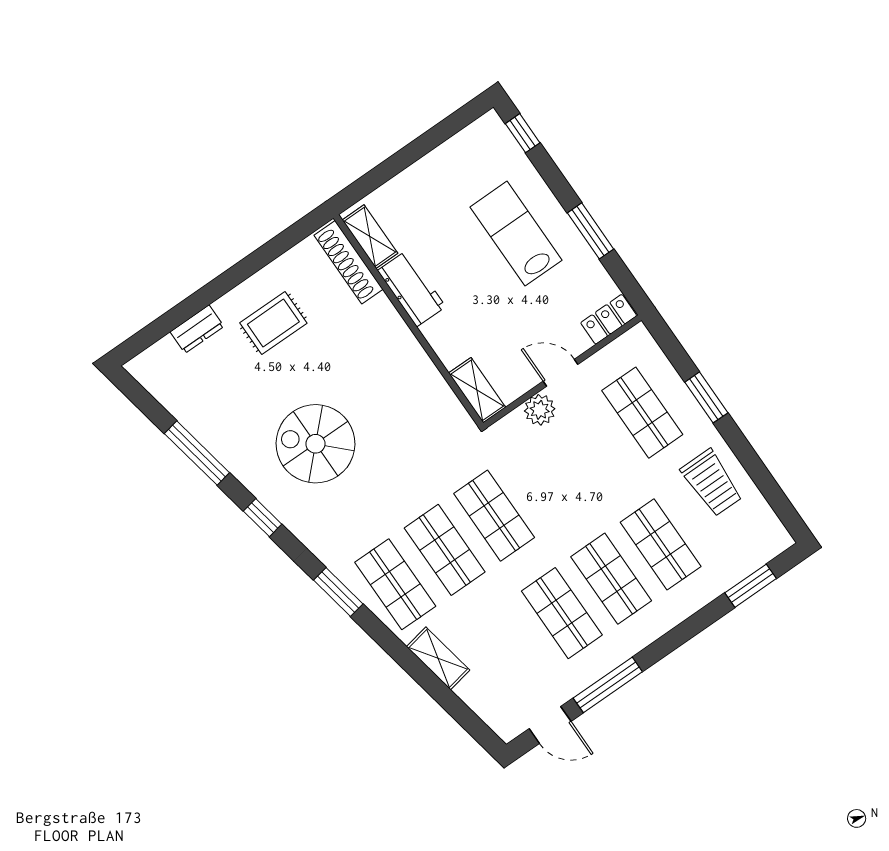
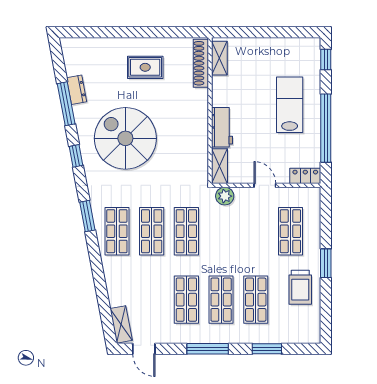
window: (591, 231) -> (326, 128), width x2.11
workbench: (412, 289) -> (222, 127), moved
dresser: (197, 329) -> (77, 90), moved, turned -101
window: (706, 397) -> (326, 263), moved
plant: (540, 410) -> (225, 196), moved
spiral stairs: (315, 444) -> (125, 138), width x1.37, depth x1.37
window: (751, 586) -> (267, 349), moved
shelving: (438, 658) -> (121, 324), moved
window: (608, 685) -> (208, 349), moved

